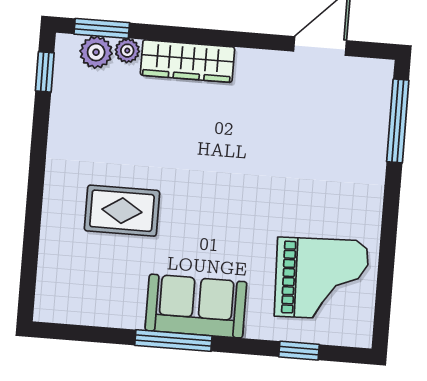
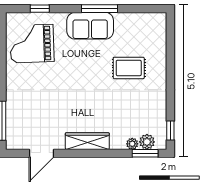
wardrobe: (187, 61) -> (87, 141), moved

